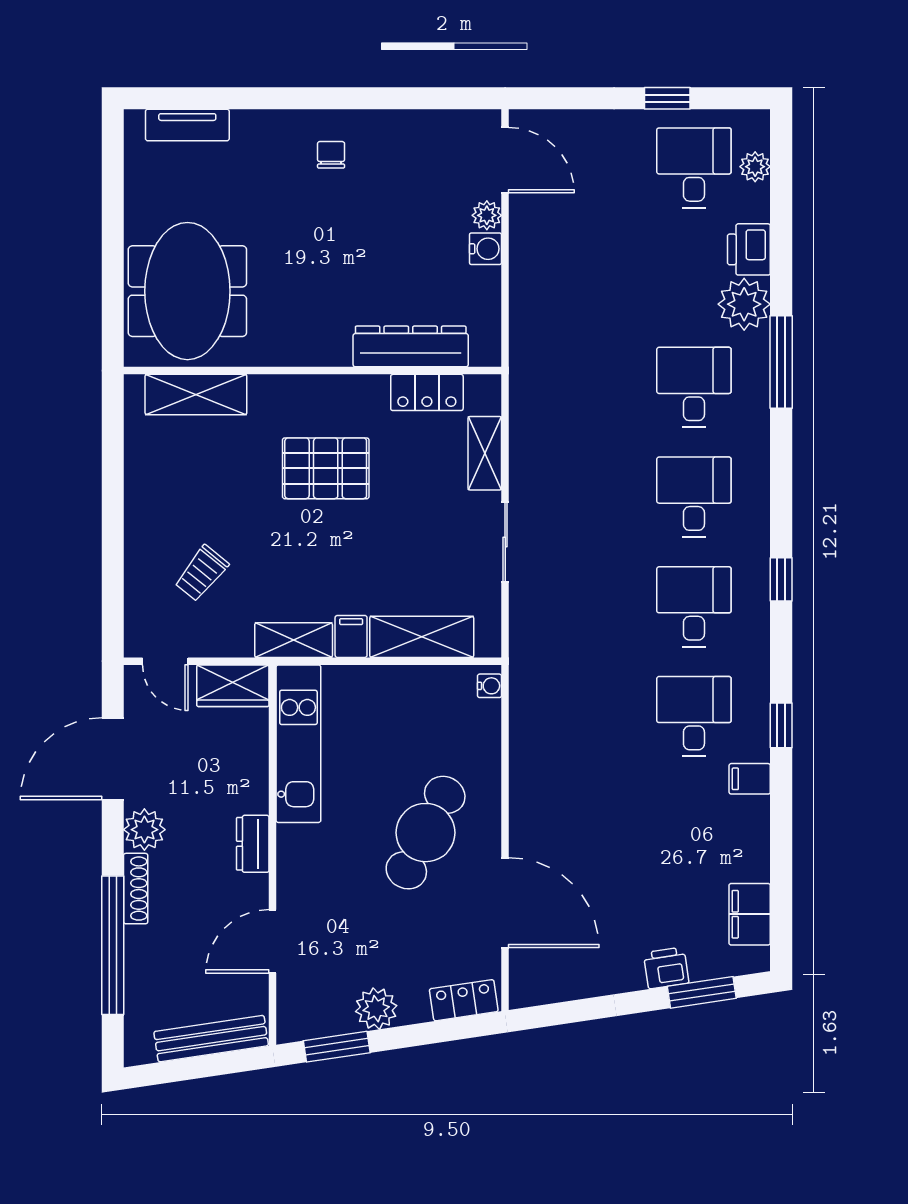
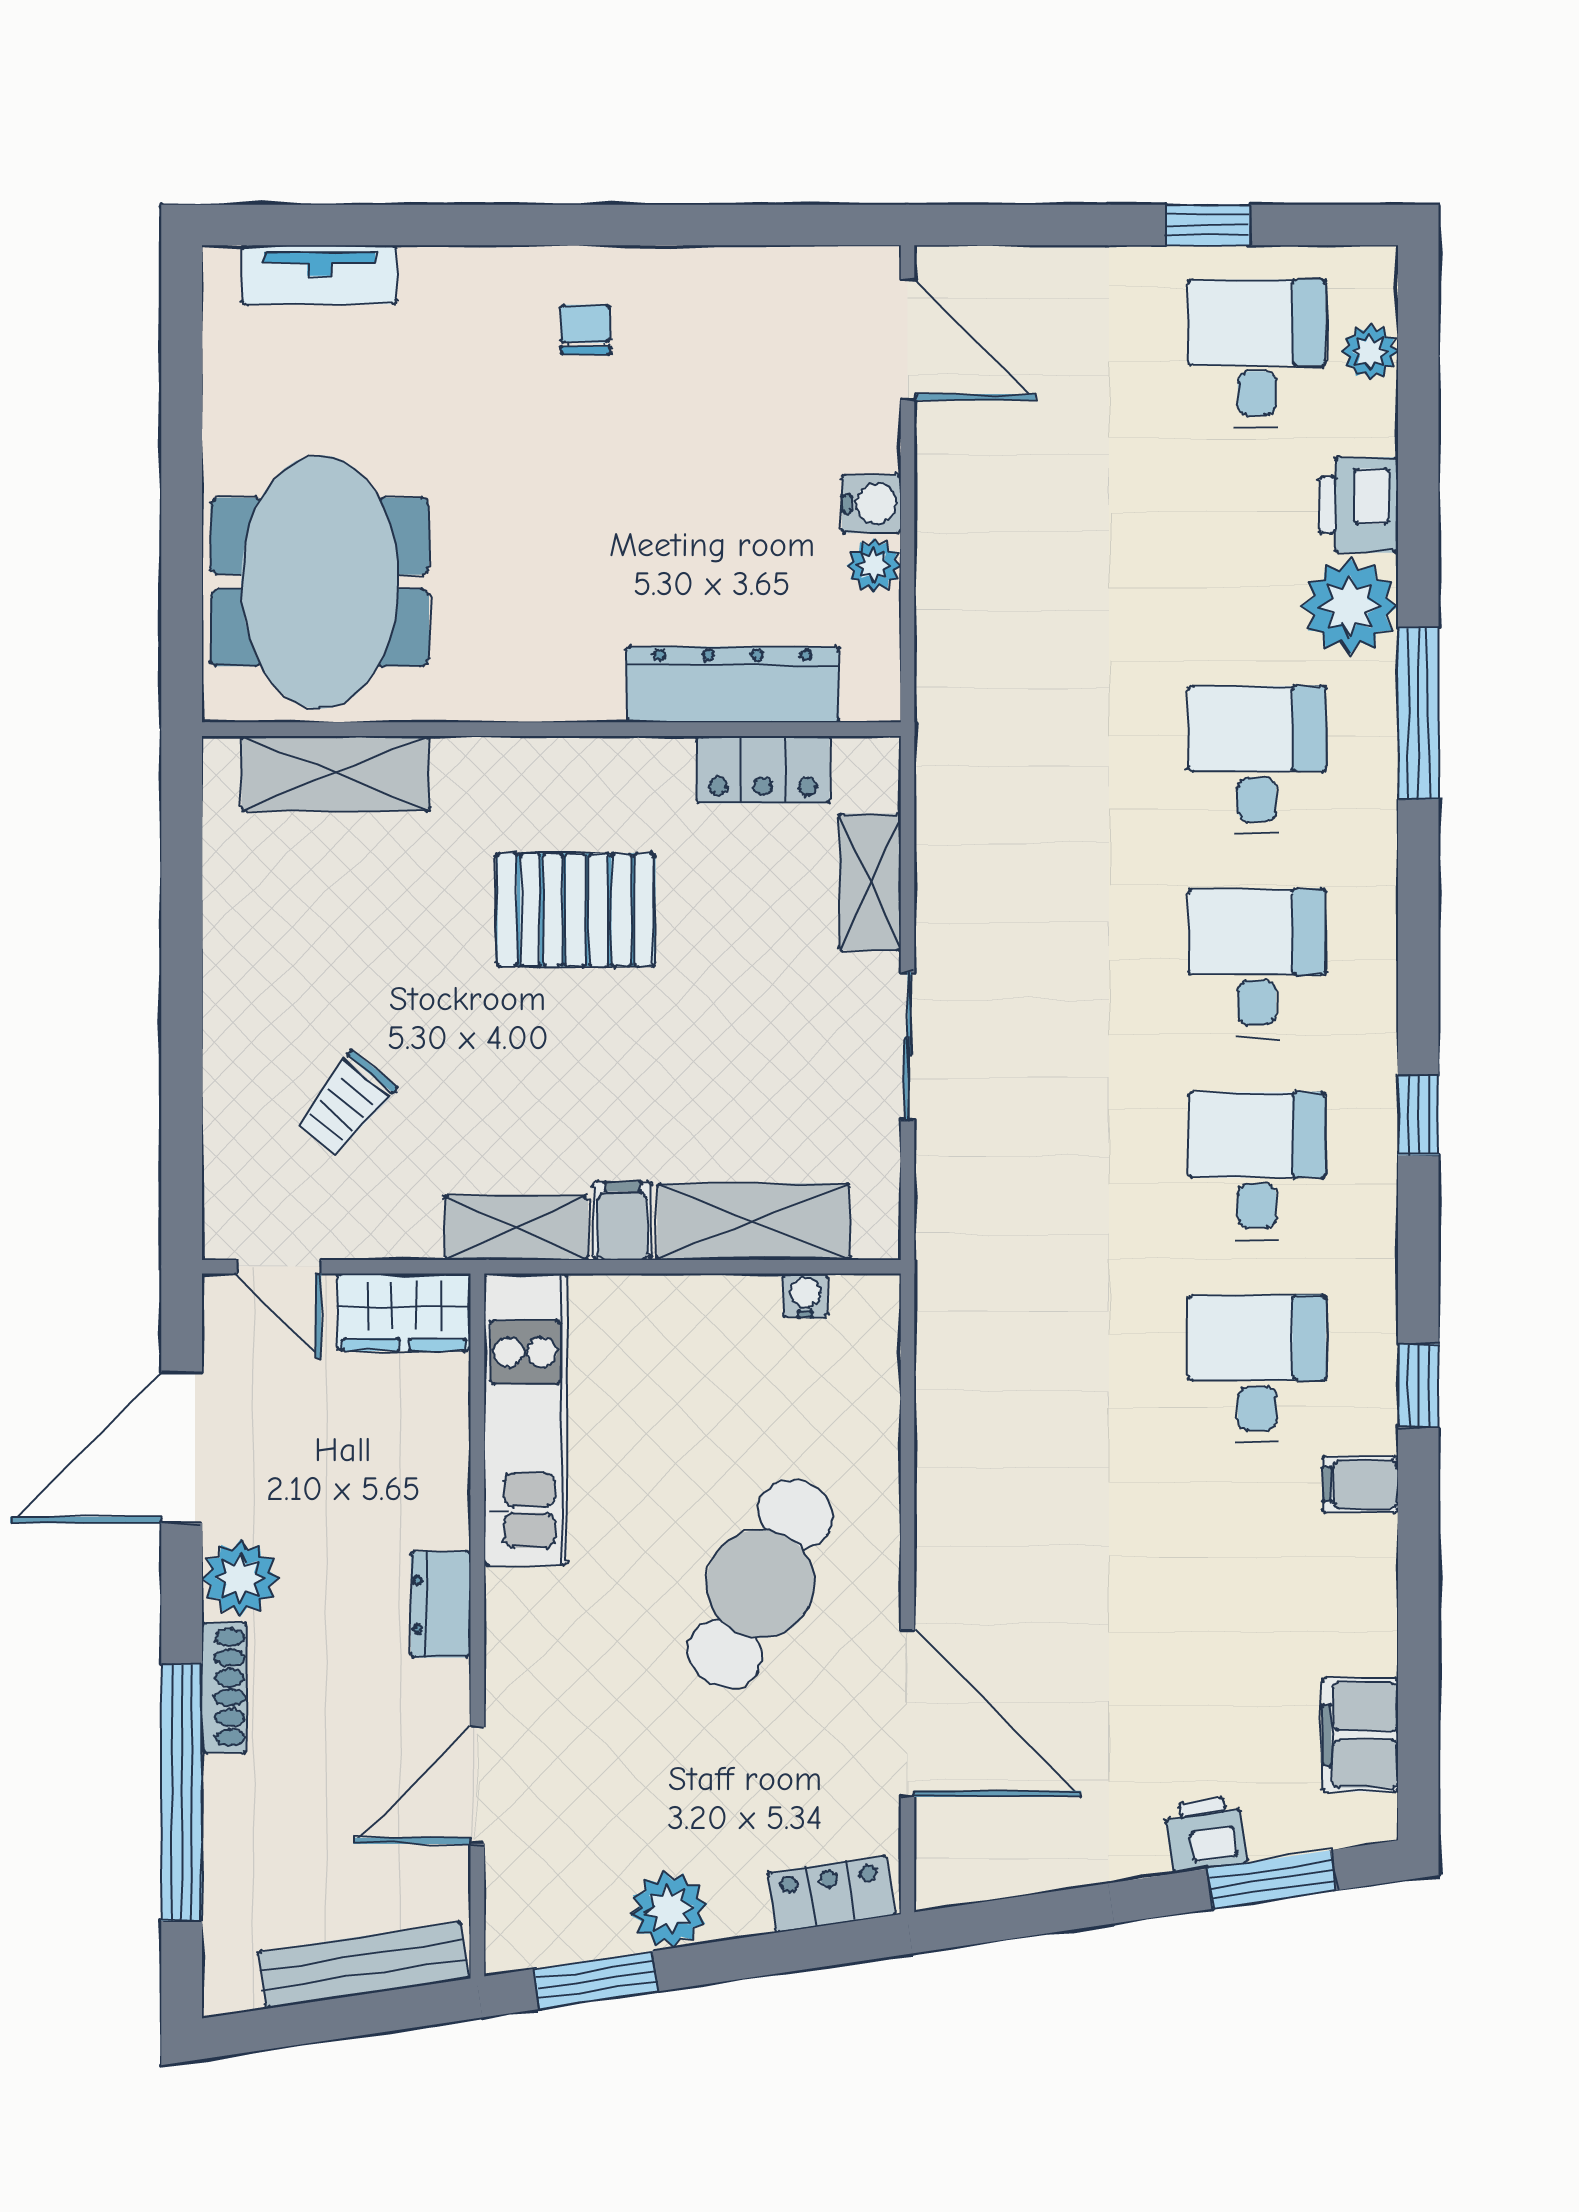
plant: (487, 215) -> (874, 566), moved
water cooler: (490, 686) -> (805, 1295), moved, turned -90

